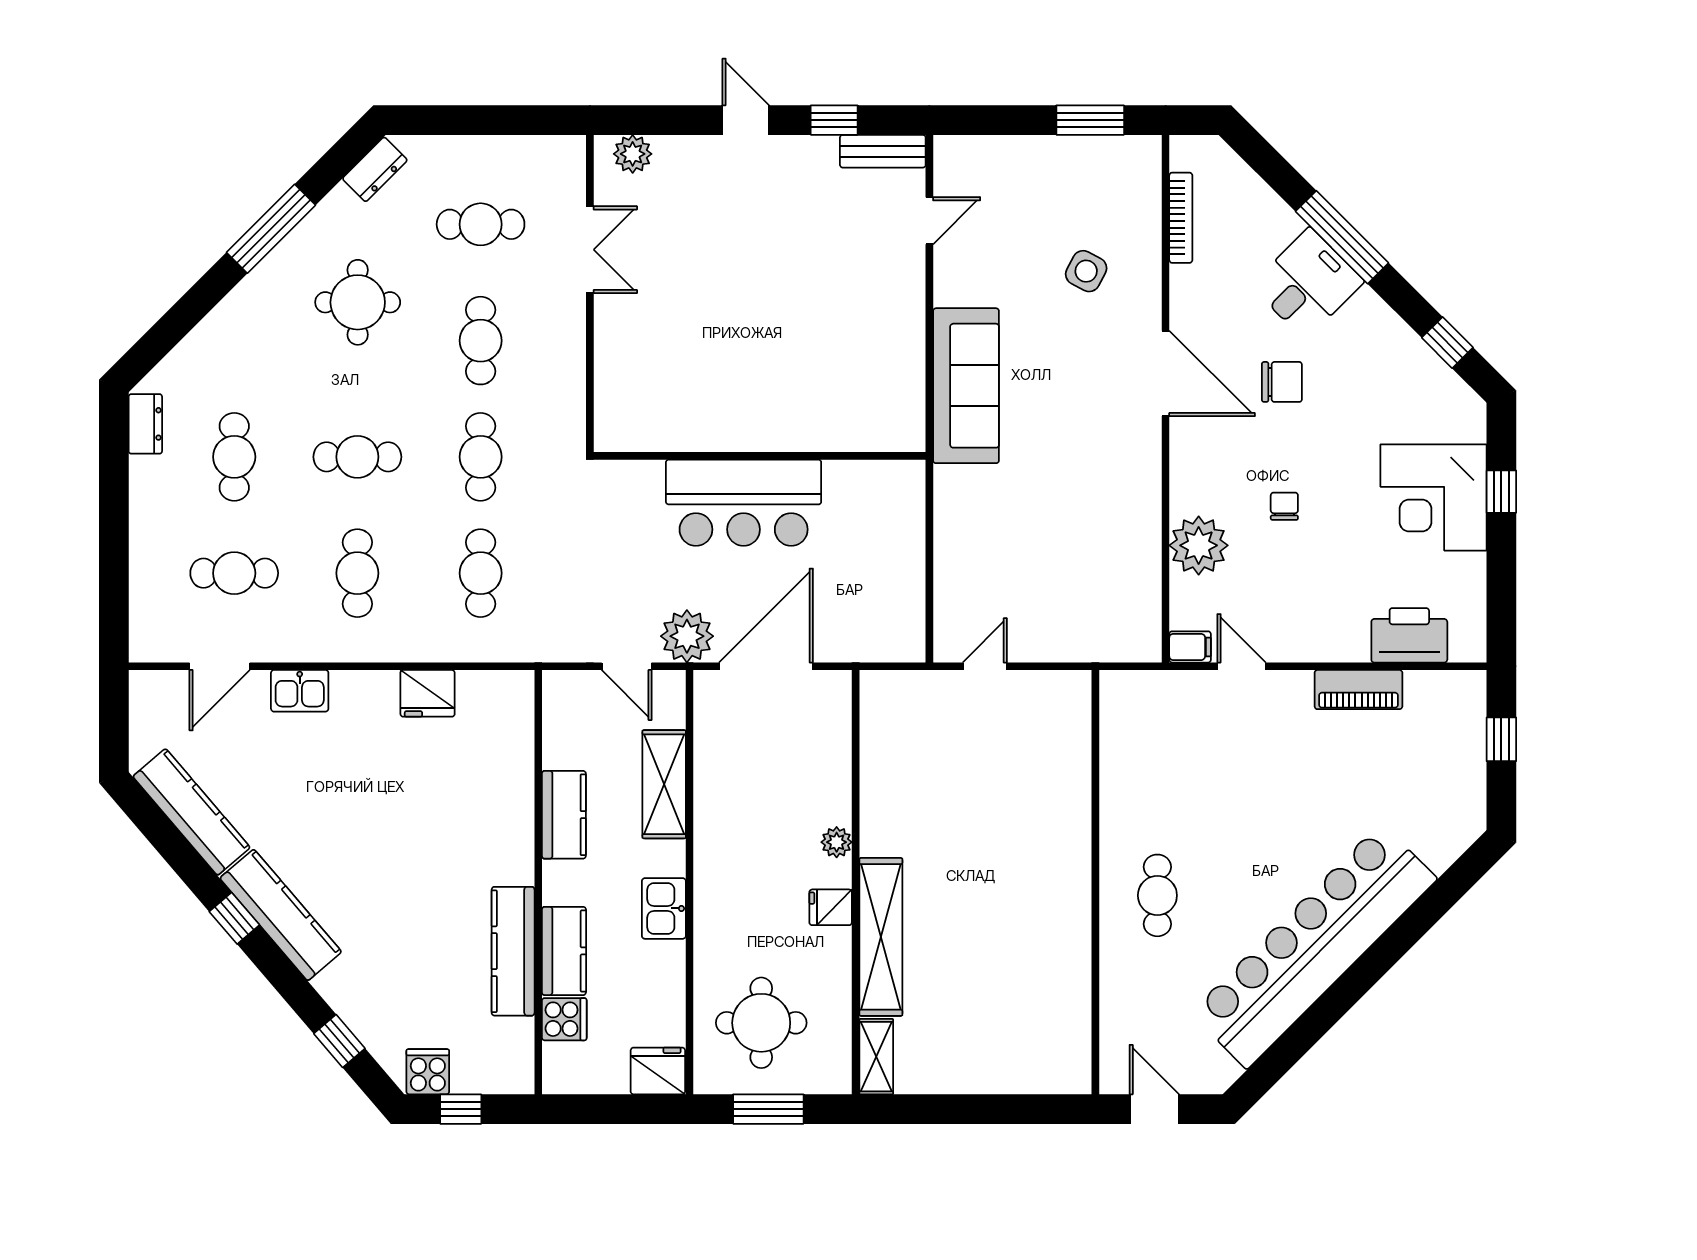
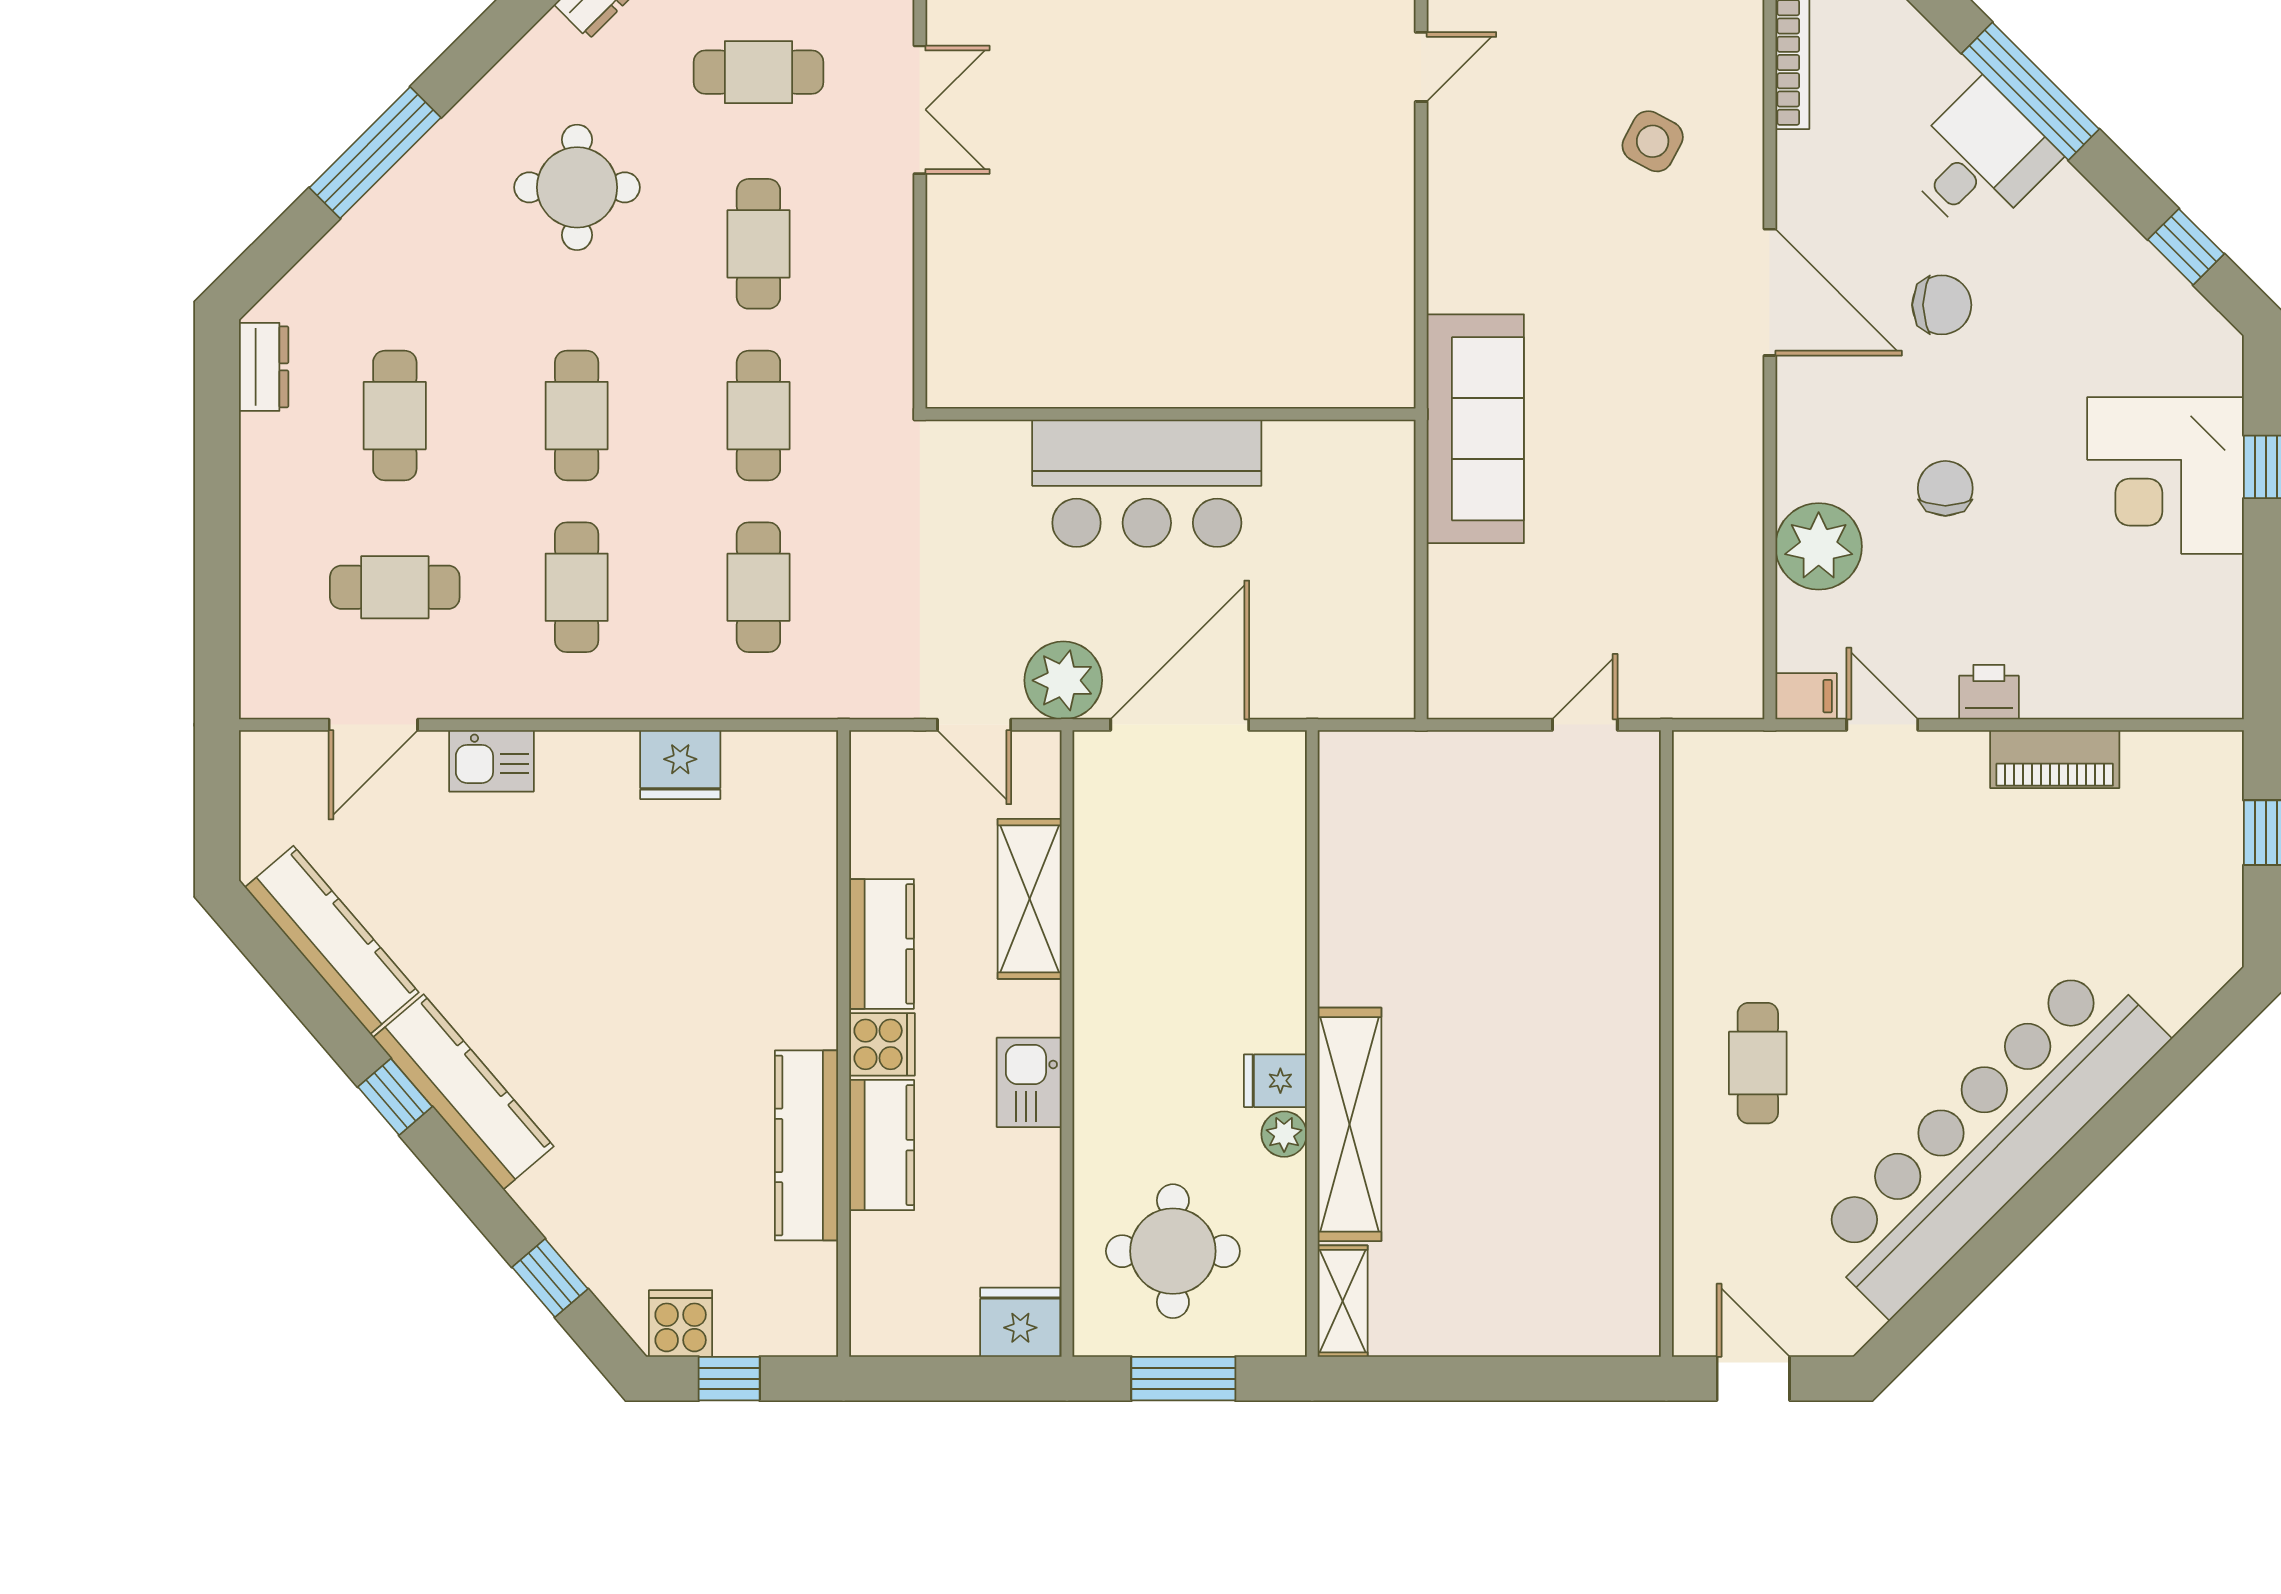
window: (271, 229) -> (375, 153), moved
sofa: (966, 386) -> (1475, 429), moved
cafe table: (357, 457) -> (577, 416), turned 90
chair: (1284, 506) -> (1945, 488), width x1.37, depth x1.37
printer: (1409, 635) -> (1989, 692), moved, width x0.53, depth x0.68
door: (985, 666) -> (1585, 725), moved
plant: (837, 842) -> (1284, 1134), moved
cooker: (564, 1019) -> (882, 1044), moved

